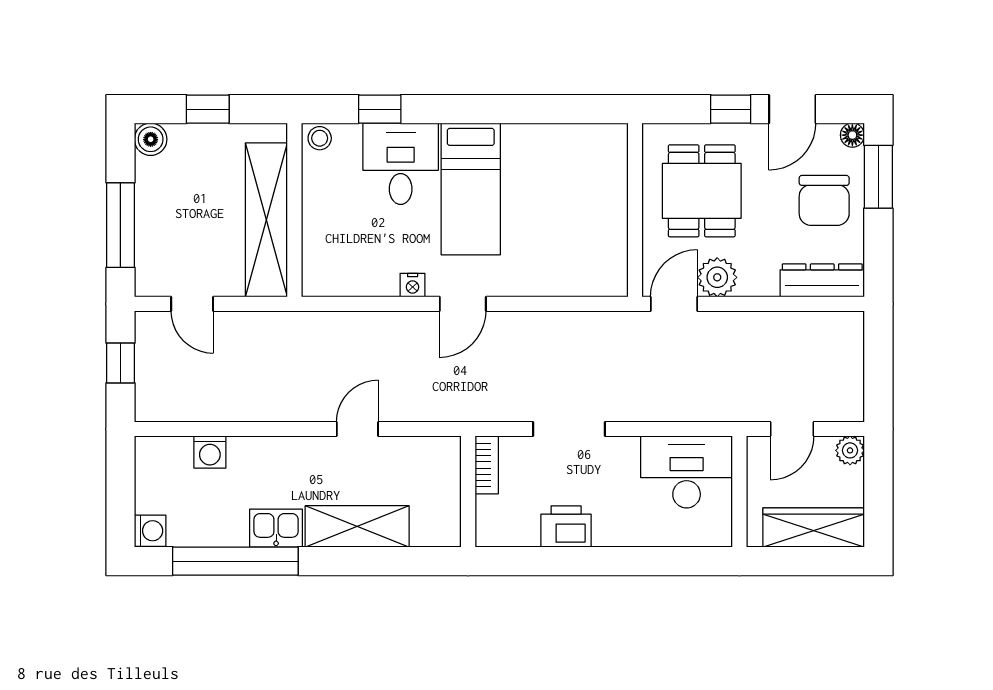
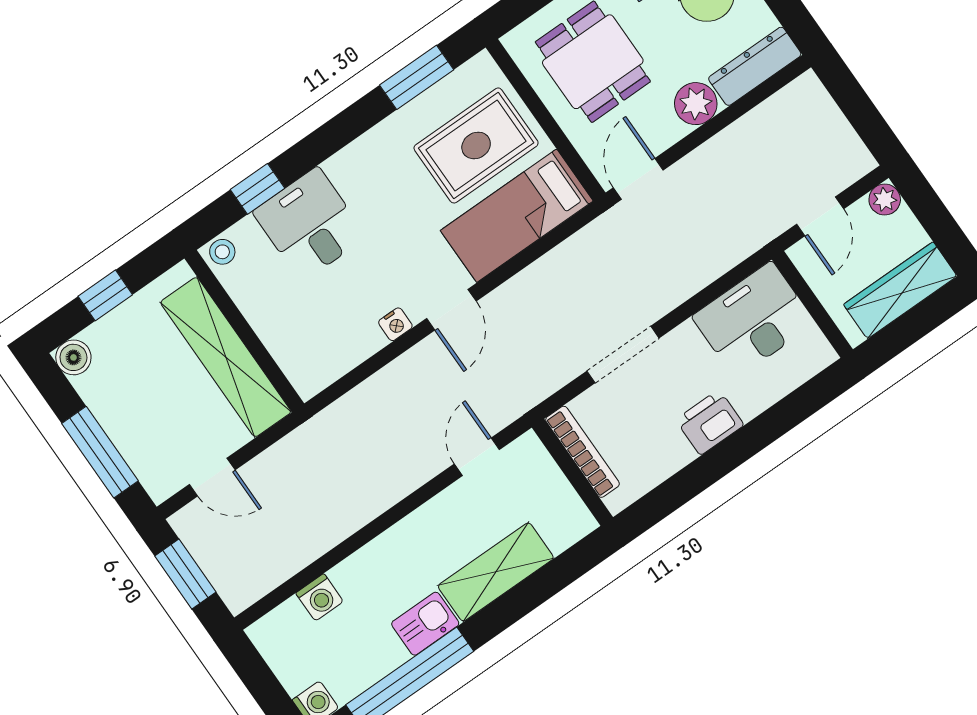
window: (560, 109) -> (417, 77), added
bed: (471, 189) -> (517, 216), moved, turned 90
rug: (569, 192) -> (476, 145), added
plant: (717, 277) -> (696, 104), moved
window: (120, 363) -> (185, 574), width x1.50
door: (357, 429) -> (477, 457), moved
bookcase: (487, 465) -> (582, 452), width x1.56
printer: (566, 527) -> (710, 422), moved

